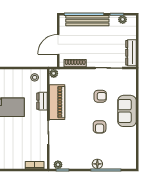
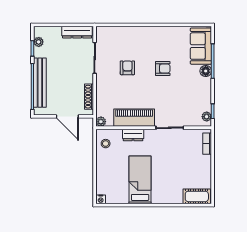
sofa: (127, 111) -> (201, 46), moved, turned 90

